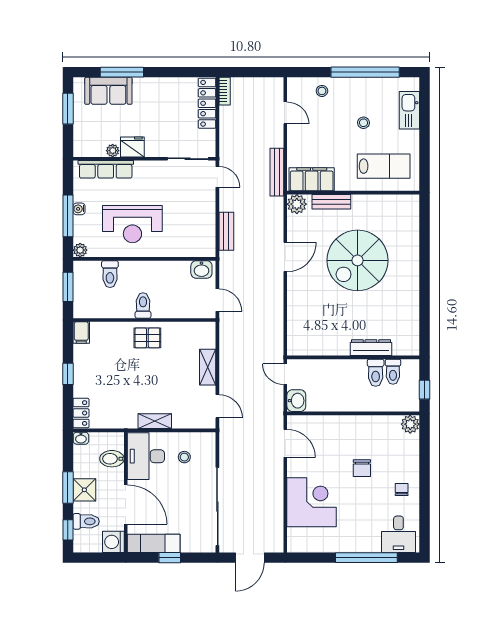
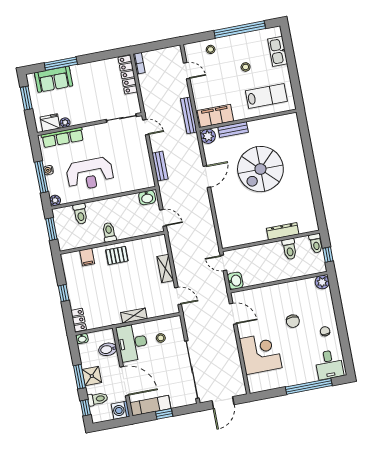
fridge: (132, 147) -> (50, 123), moved
filing cabinet: (81, 333) -> (87, 257), moved
toilet: (393, 372) -> (316, 243), moved

